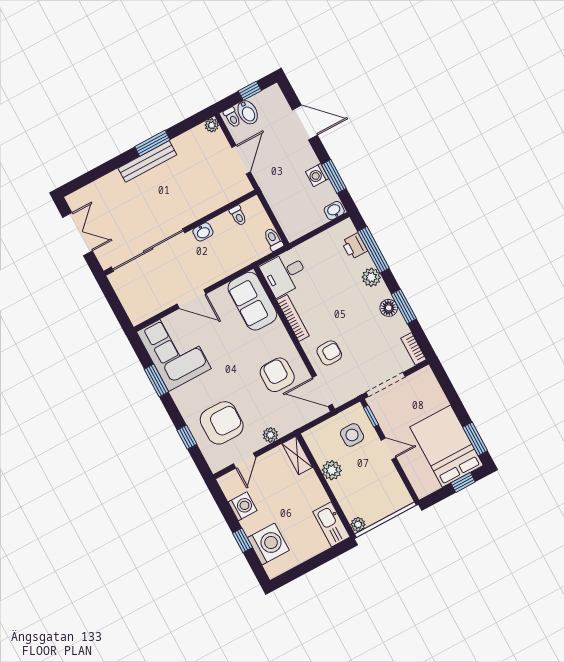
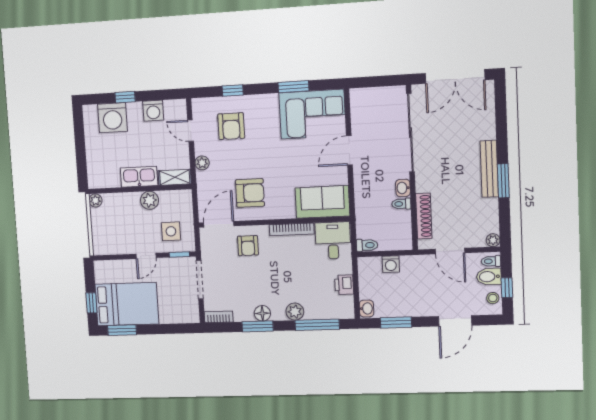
stool: (266, 99) -> (493, 298), added
washing machine: (317, 175) -> (391, 264), moved, turned 180
shoe rack: (220, 200) -> (424, 216), added
toilet: (238, 216) -> (401, 204), moved
double door: (78, 234) -> (455, 77), width x1.37
printer: (354, 246) -> (344, 285), moved, turned -90
armchair: (222, 423) -> (231, 126), width x0.73, depth x0.73
kitchen sink: (331, 524) -> (139, 177), moved

